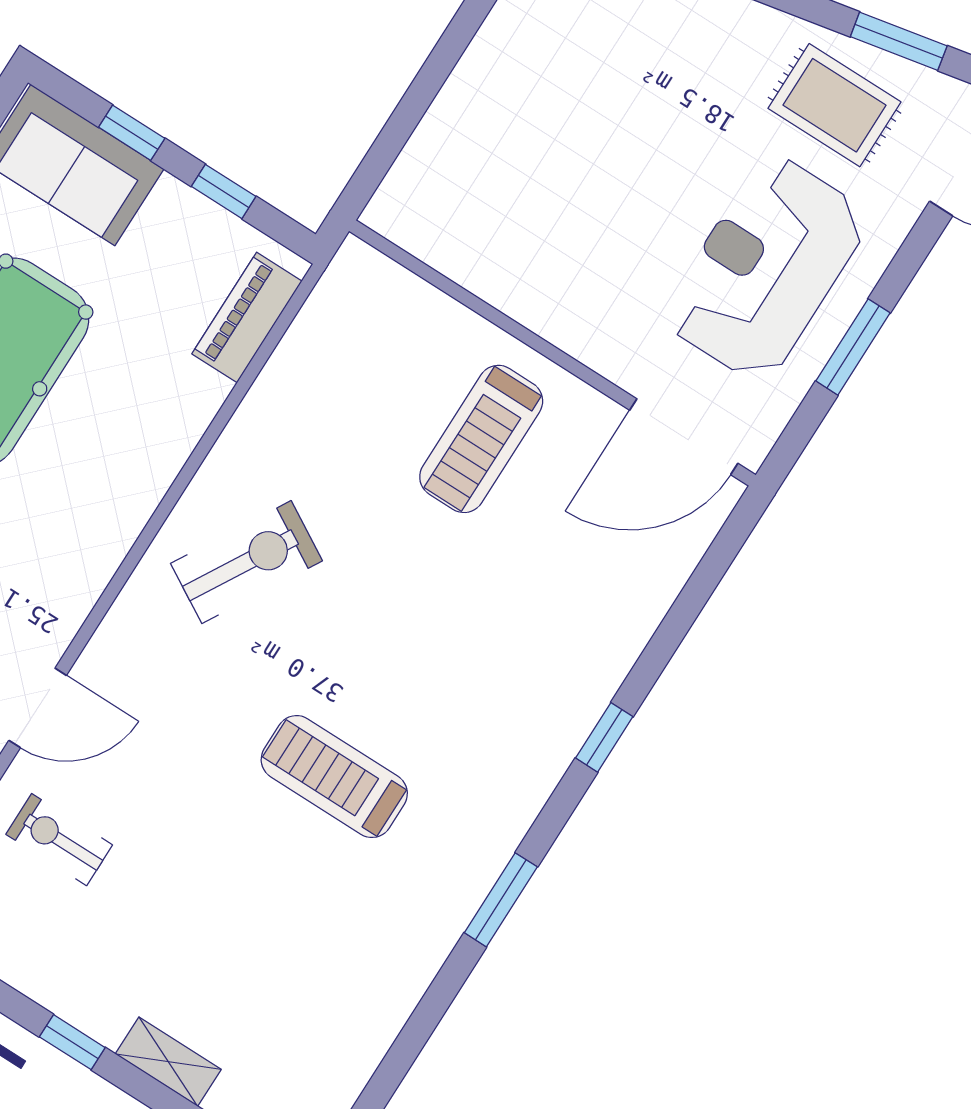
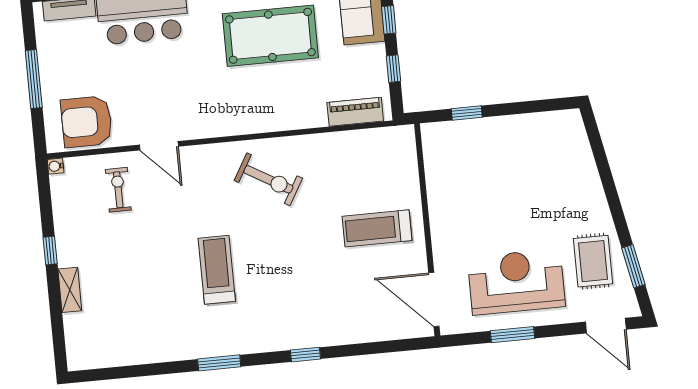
window: (402, 124) -> (467, 113), added

